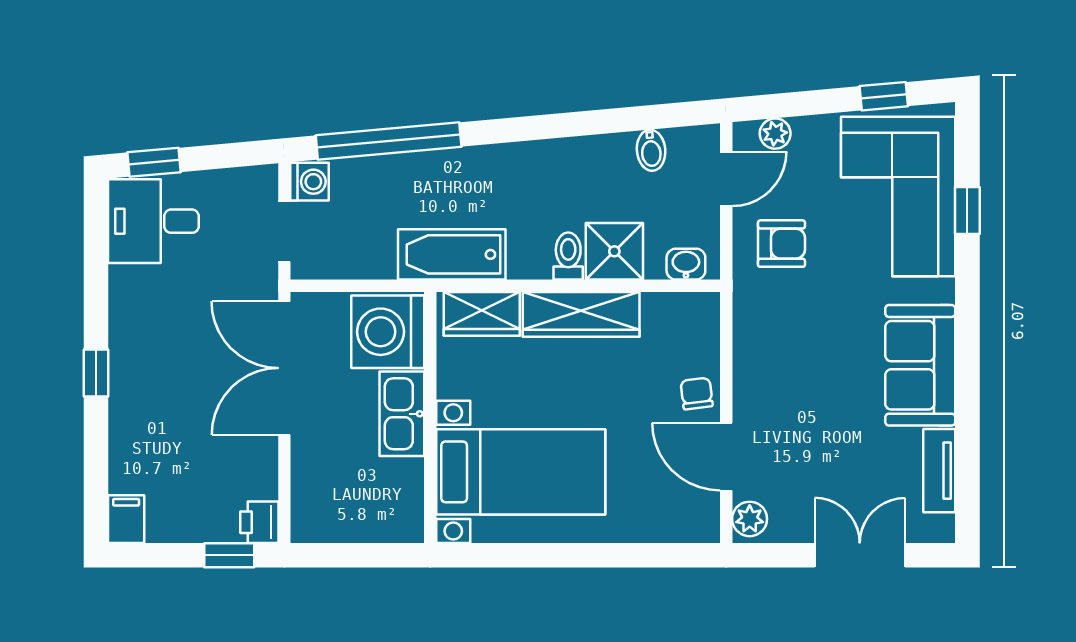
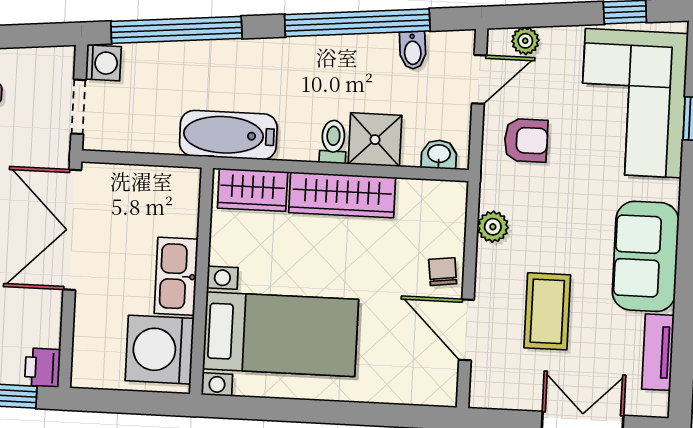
window: (588, 123) -> (357, 23), added
washing machine: (388, 332) -> (160, 350), moved
coffee table: (815, 432) -> (547, 311), added
plant: (750, 519) -> (493, 227), moved

